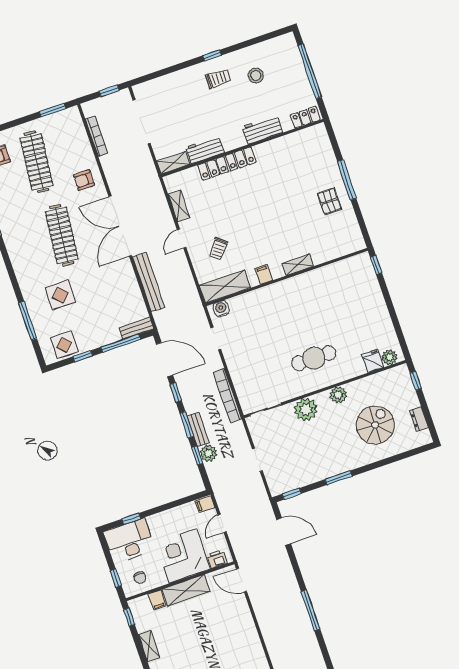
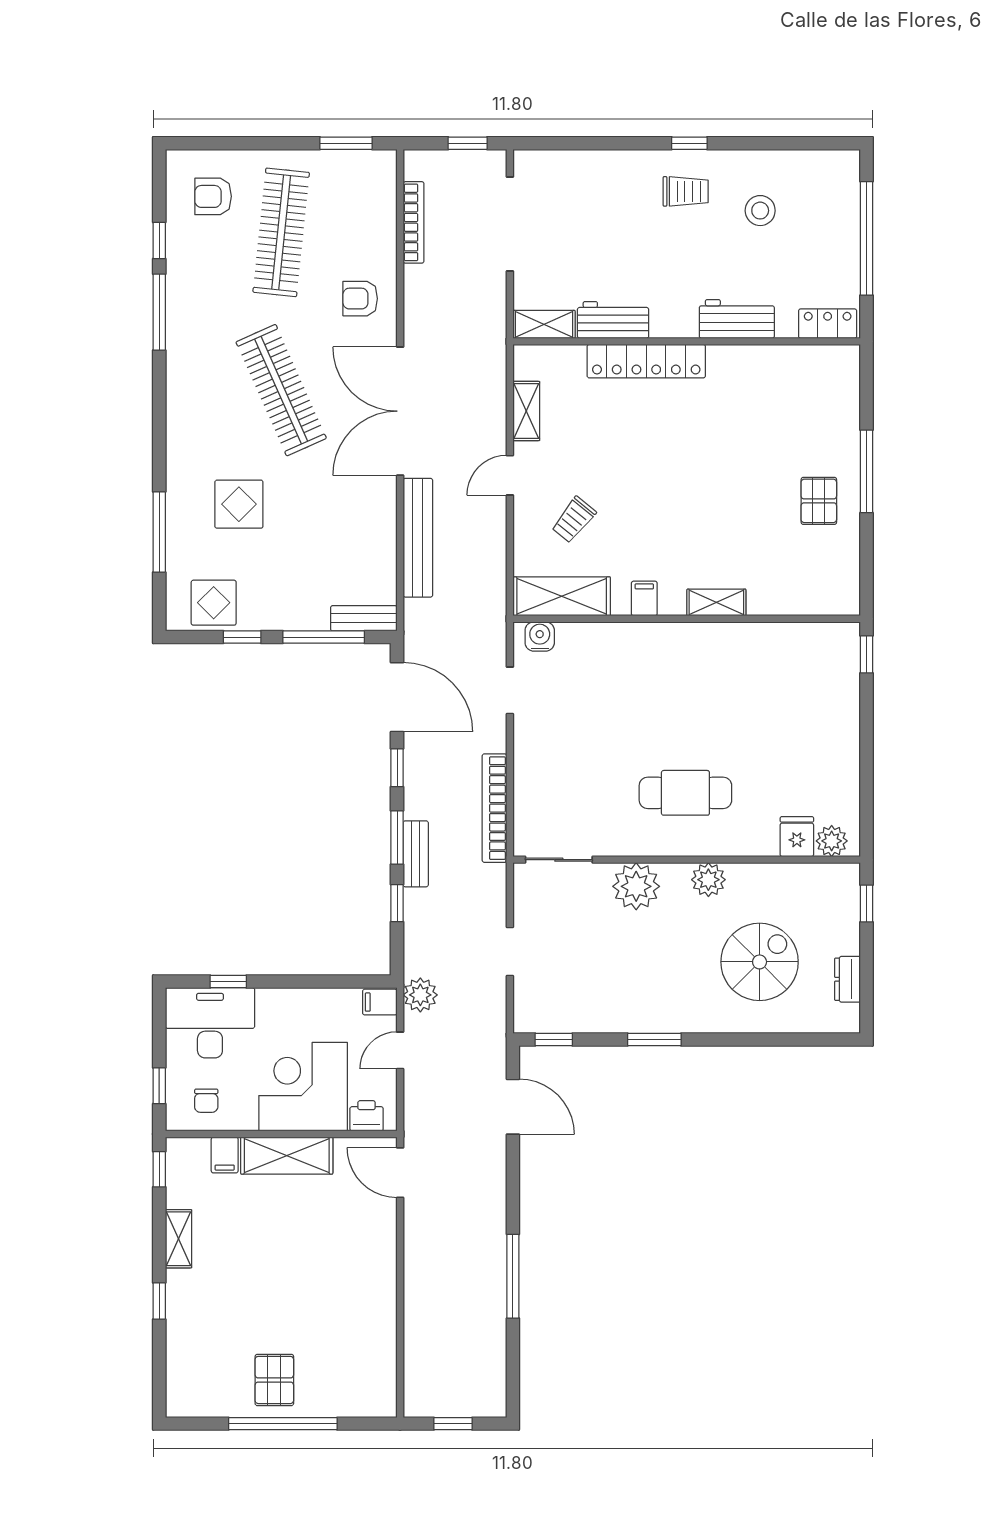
clothes rail: (62, 235) -> (281, 390), turned -30
plant: (209, 453) -> (420, 995), moved

